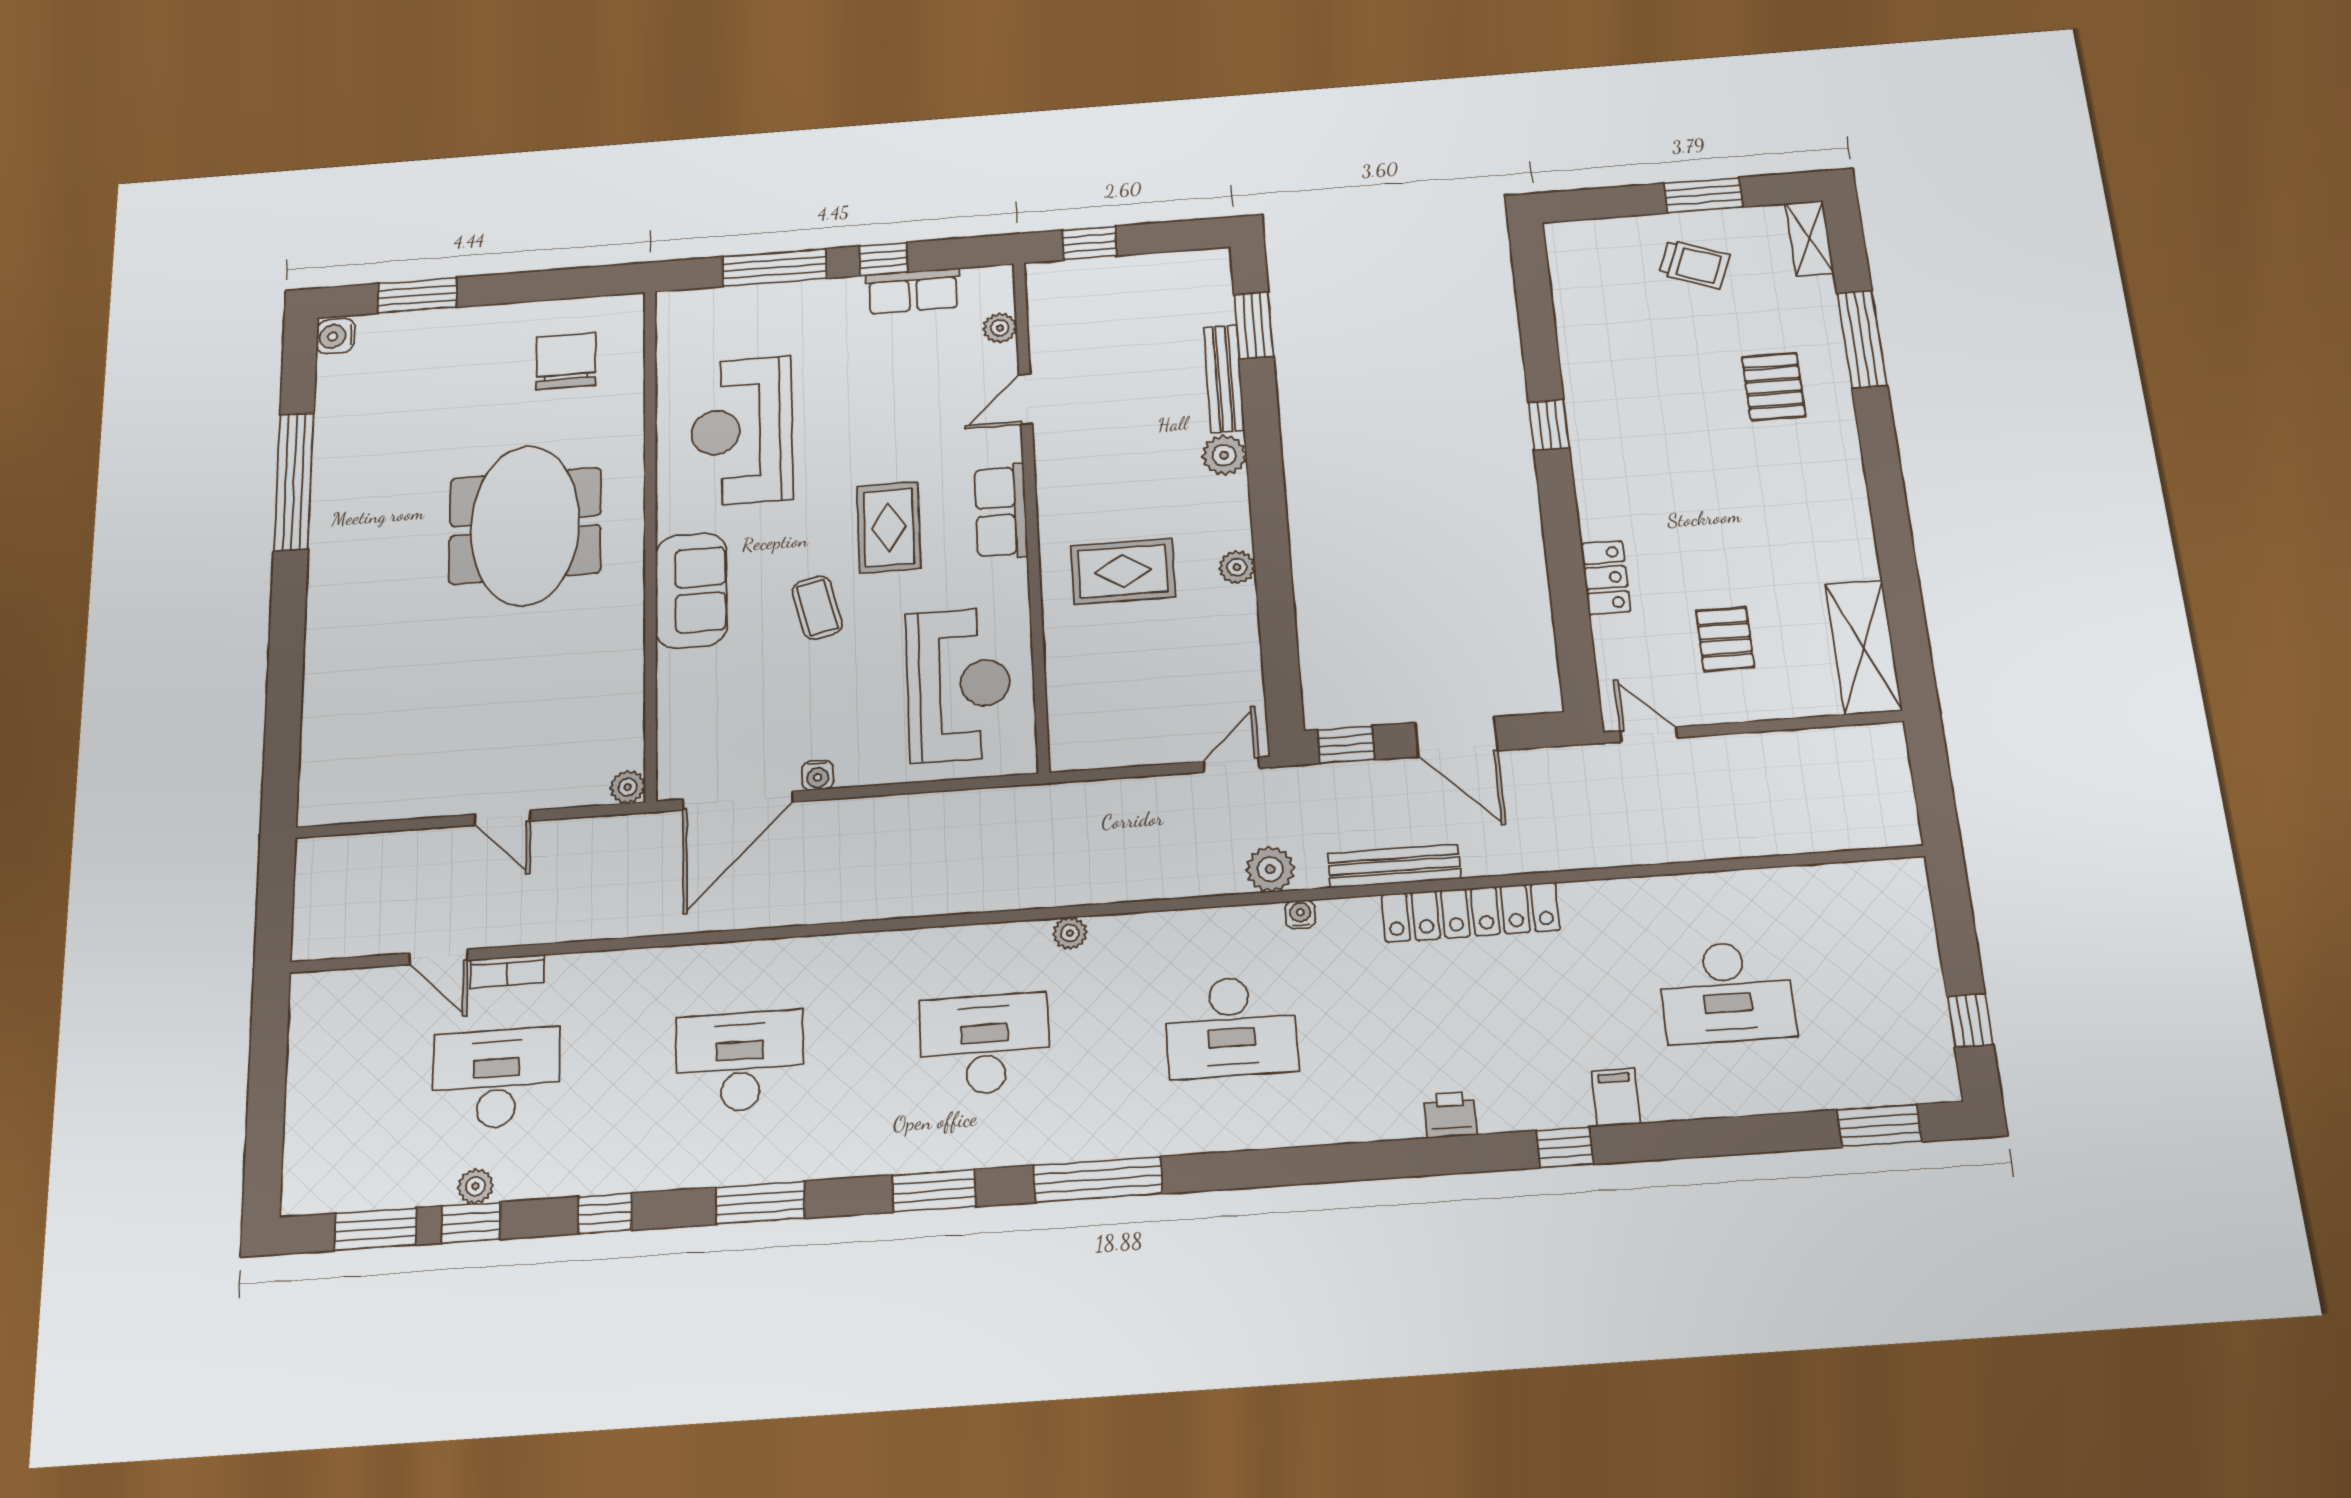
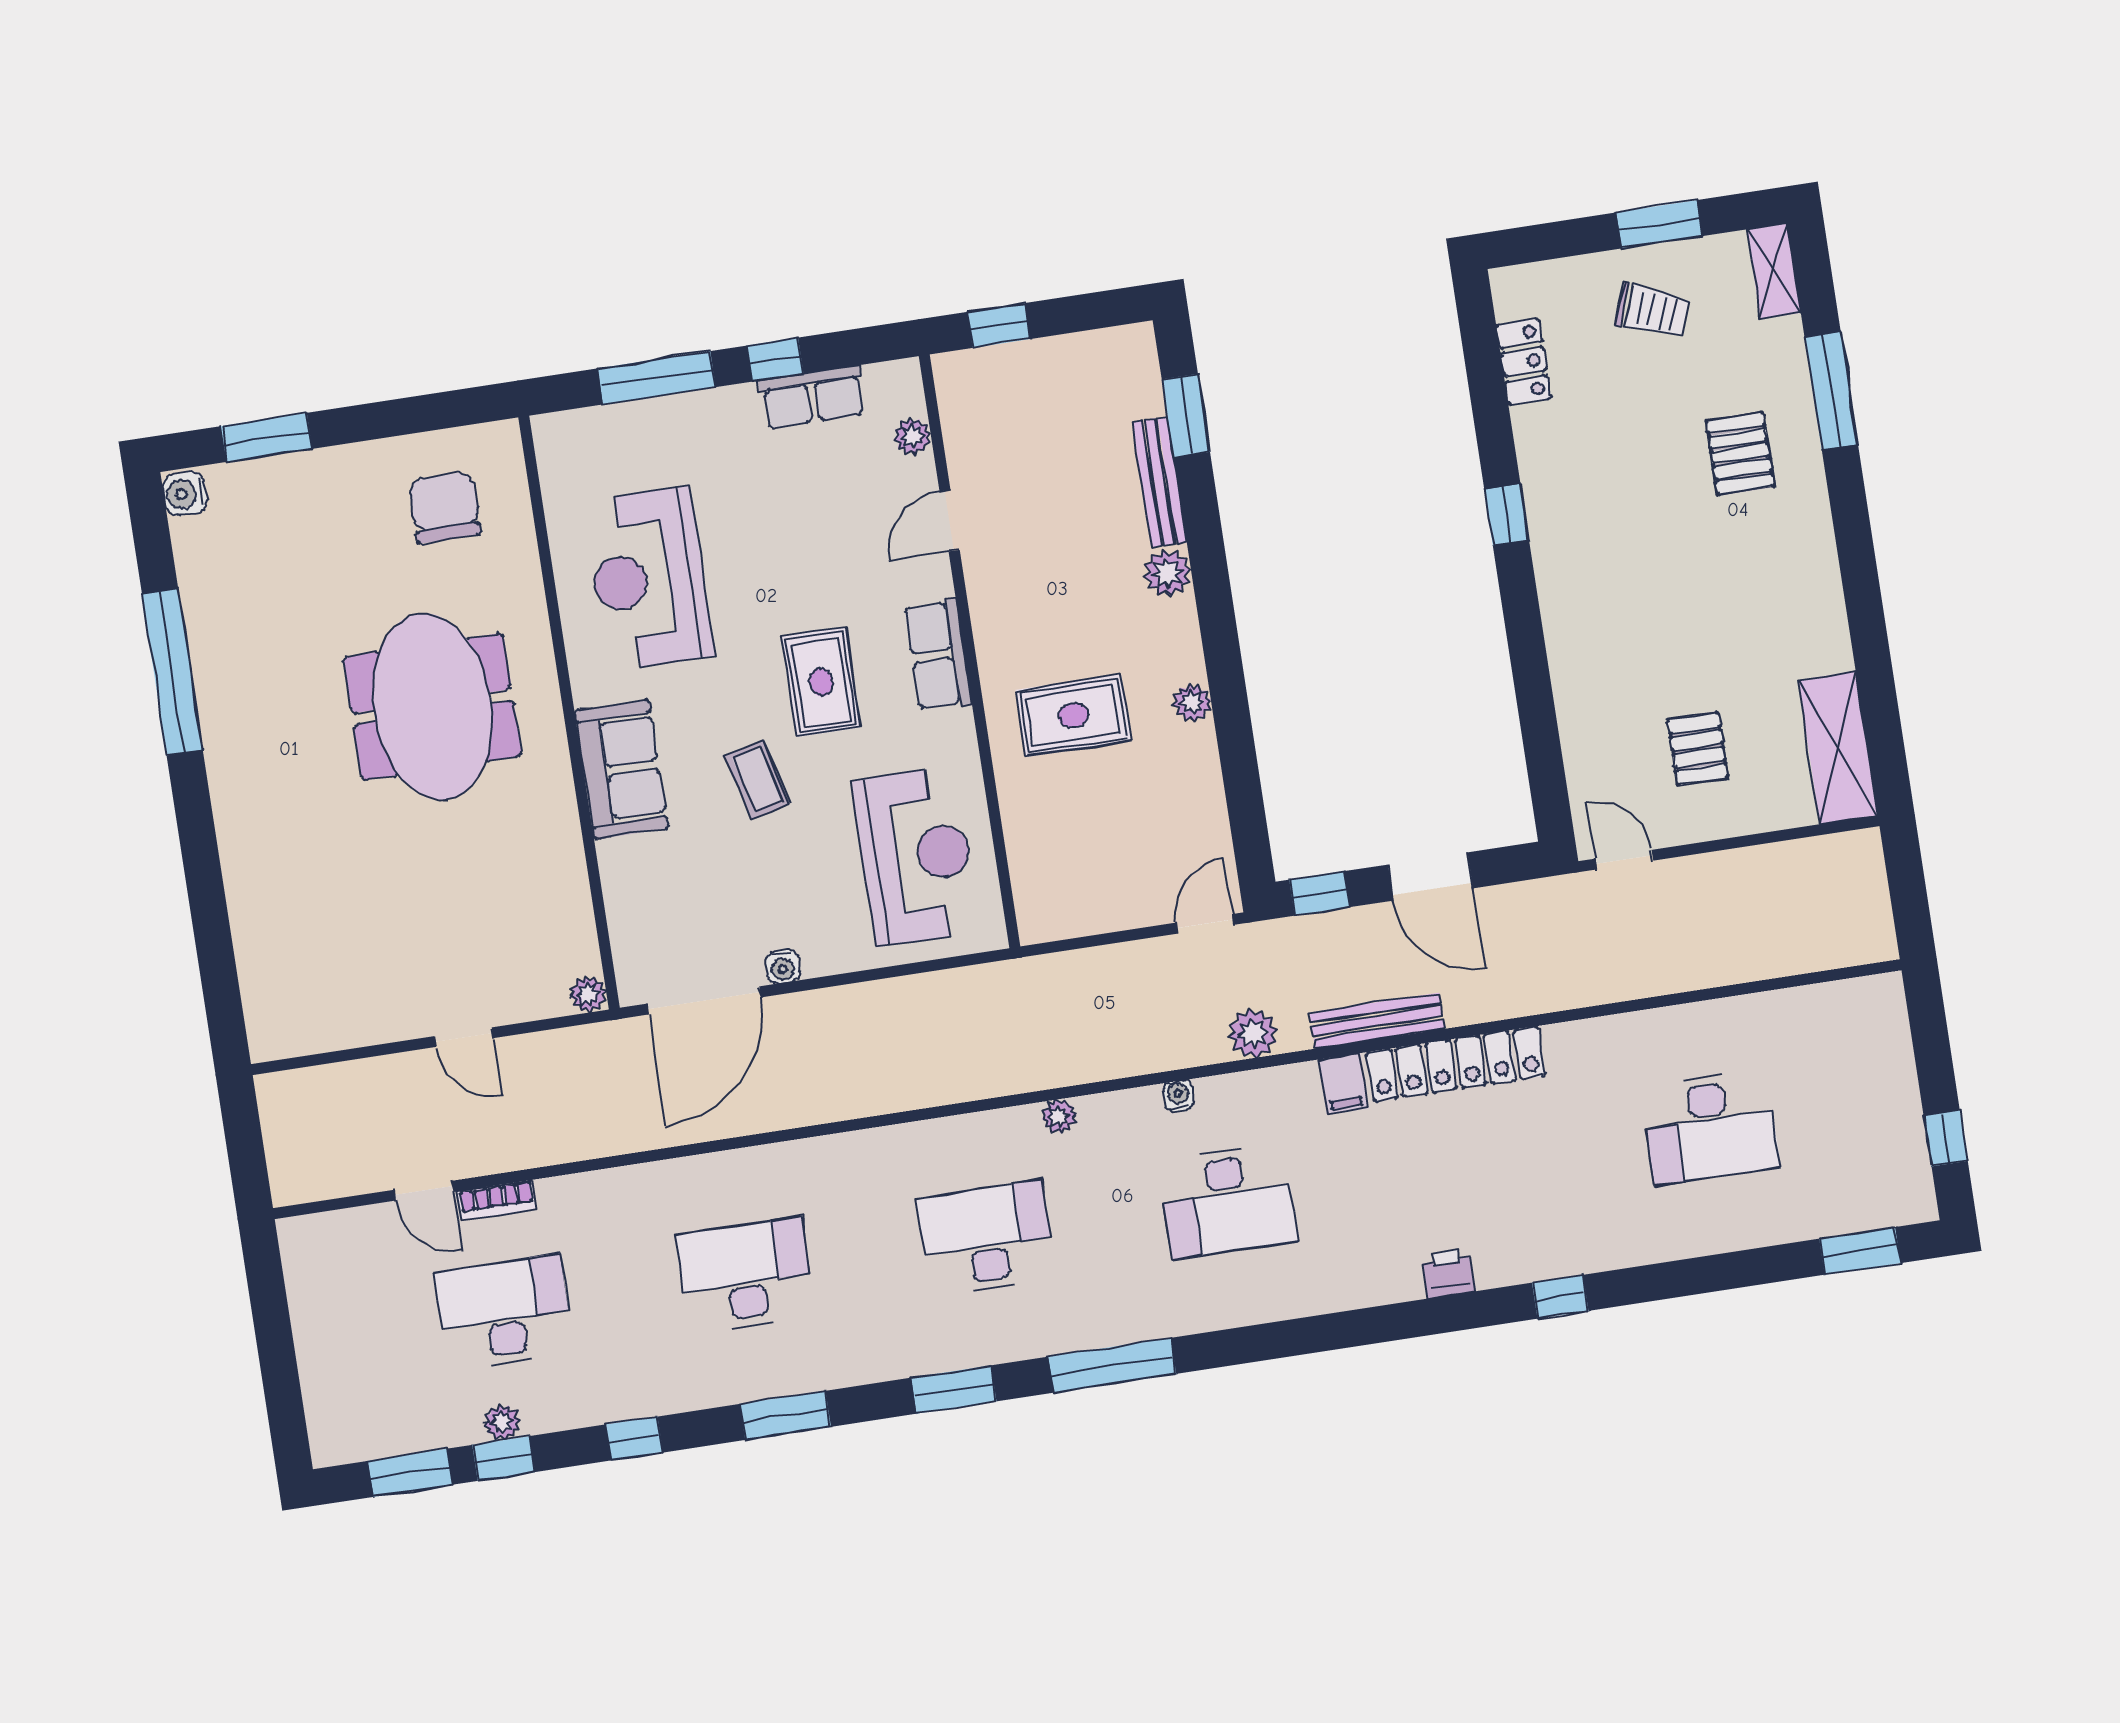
locker: (1606, 578) -> (1524, 362), moved
water cooler: (1300, 914) -> (1178, 1096), moved
filing cabinet: (1616, 1097) -> (1343, 1084), moved, turned 180

